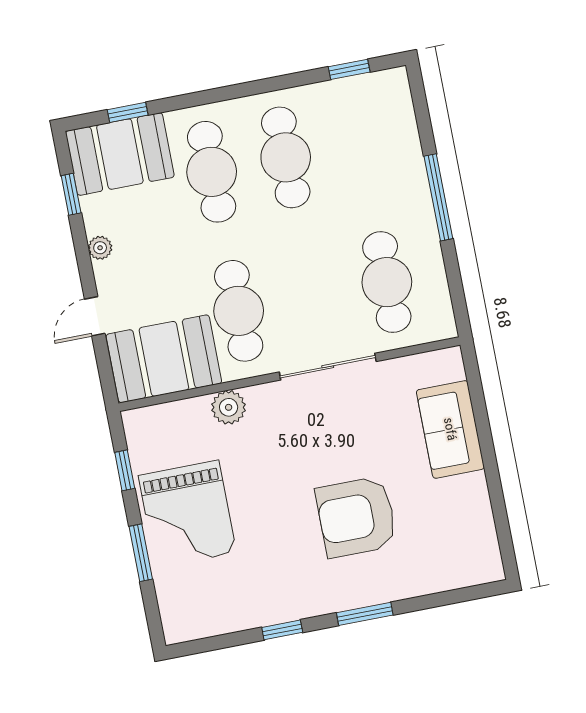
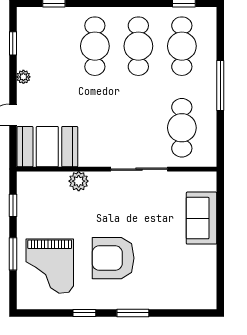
booth: (120, 154) -> (45, 26), removed
cafe table: (239, 311) -> (182, 46), moved
grand piano: (187, 514) -> (50, 266), moved
armchair: (356, 517) -> (113, 258), moved

